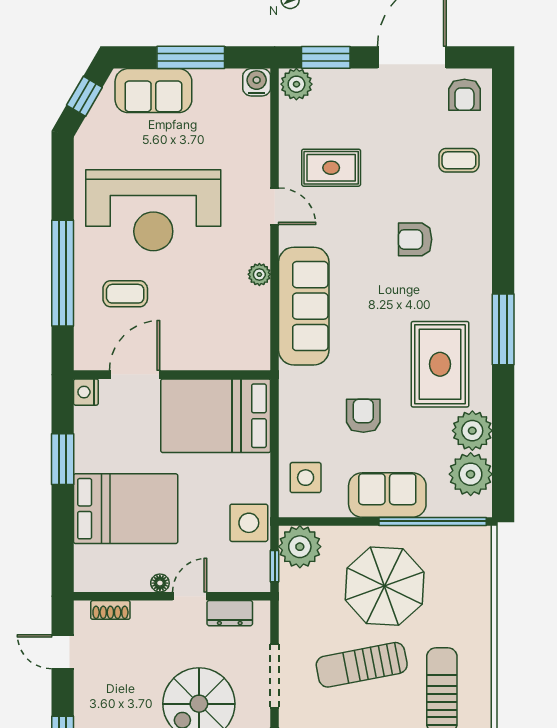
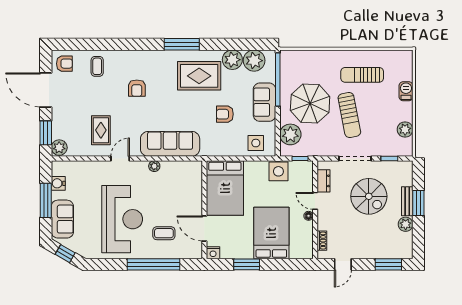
water cooler: (257, 82) -> (58, 183), moved
coffee table: (125, 294) -> (164, 233), turned 90
plant: (300, 547) -> (290, 134), moved

